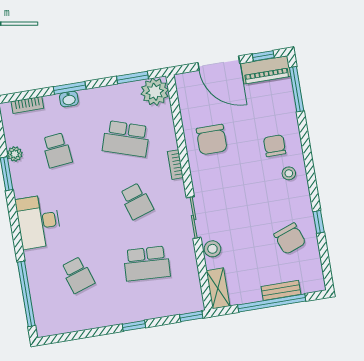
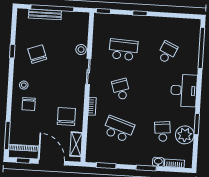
plant: (155, 92) -> (95, 154), removed
washbasin: (69, 99) -> (158, 162), moved
plant: (15, 154) -> (185, 135), width x1.88, depth x1.88
chair: (290, 239) -> (37, 54), moved
school desk: (78, 275) -> (167, 52), turned 42
shelving: (218, 288) -> (76, 144), moved
bench: (281, 290) -> (45, 14), width x1.36

